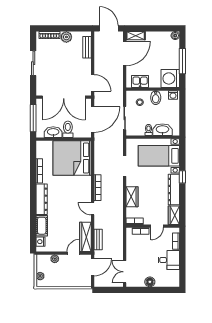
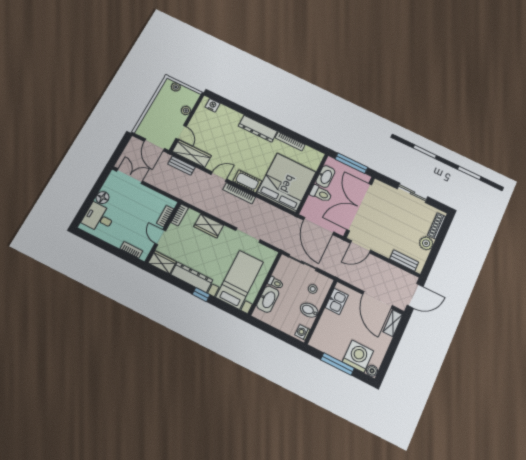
washing machine: (170, 78) -> (358, 356), moved
cot: (42, 226) -> (247, 181), moved
desk: (169, 260) -> (99, 218), moved, turned 90

